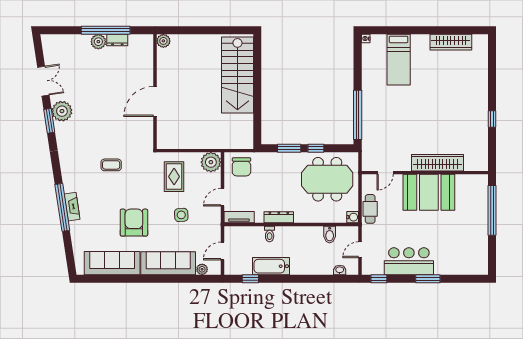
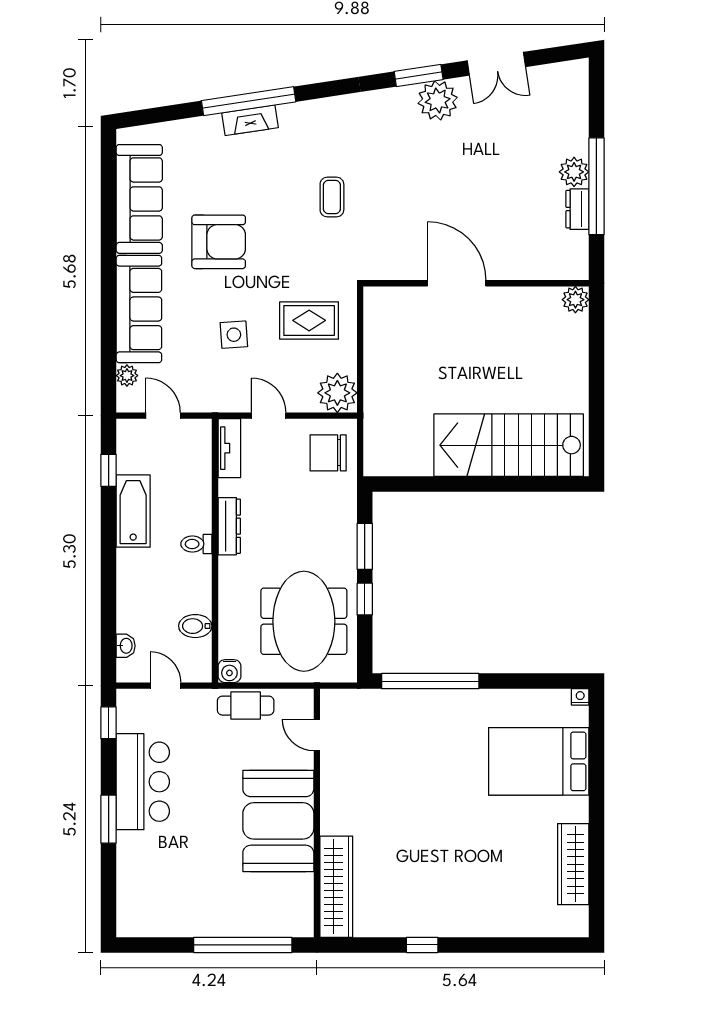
bed: (399, 60) -> (539, 761), width x1.50
wardrobe: (437, 163) -> (336, 887), moved
toilet: (270, 234) -> (196, 544), moved

